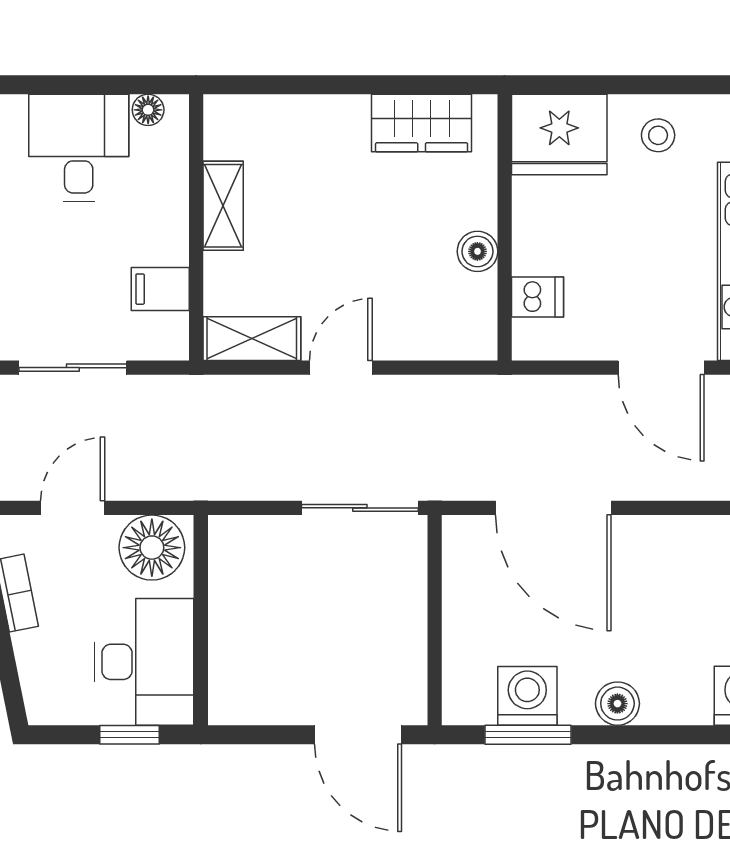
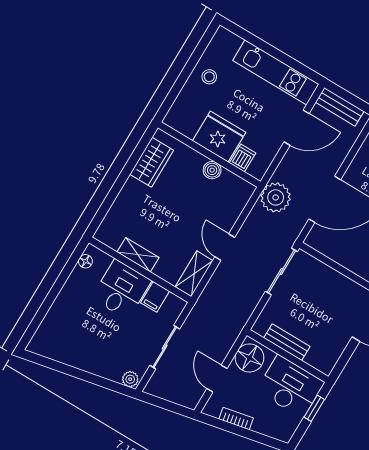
fridge: (559, 134) -> (219, 137), moved, turned -90
desk: (79, 148) -> (121, 289), moved, turned 90
plant: (499, 409) -> (276, 197), added
bench: (227, 602) -> (287, 342), added

